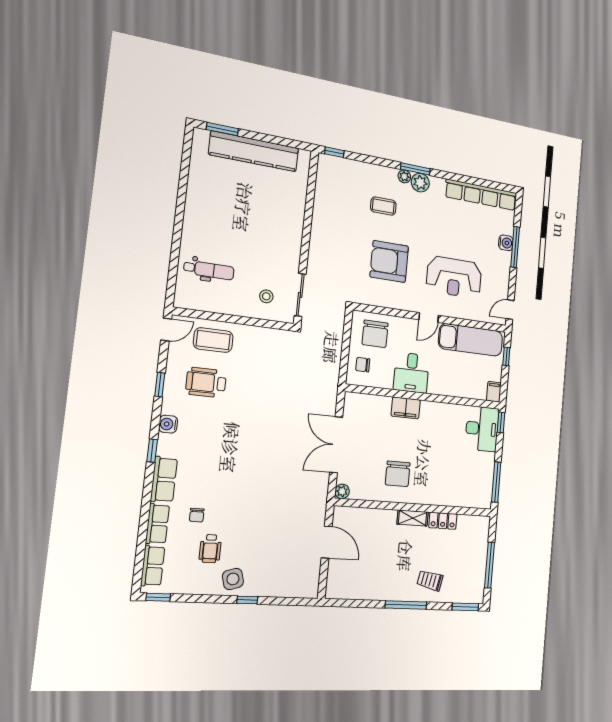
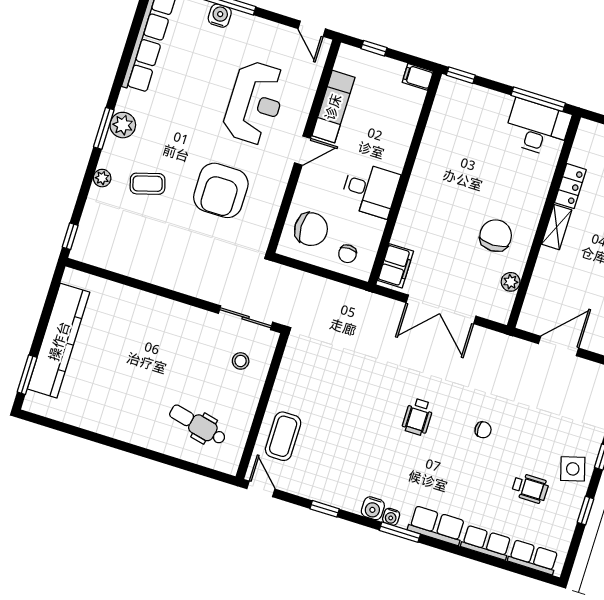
plant: (404, 176) -> (102, 178), moved
coffee table: (383, 206) -> (148, 184), turned 74
dental chair: (209, 270) -> (198, 425), turned -77
door: (429, 317) -> (303, 151), hinge flipped
exam couch: (471, 340) -> (333, 107), width x0.73, depth x0.69
wheelchair: (206, 382) -> (418, 417), moved, width x0.73, depth x0.73
filing cabinet: (406, 408) -> (396, 266), moved
desk: (482, 429) -> (537, 128), moved
water cooler: (164, 441) -> (391, 517), added
window: (152, 451) -> (400, 532), width x1.50
chair: (398, 474) -> (496, 236), turned -90
plant: (342, 491) -> (511, 282), moved
chair: (197, 515) -> (483, 430), moved
window: (158, 597) -> (586, 511), moved

